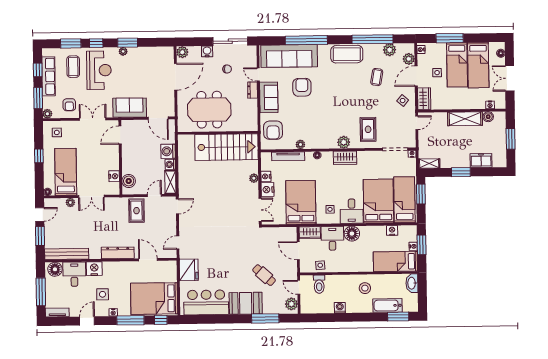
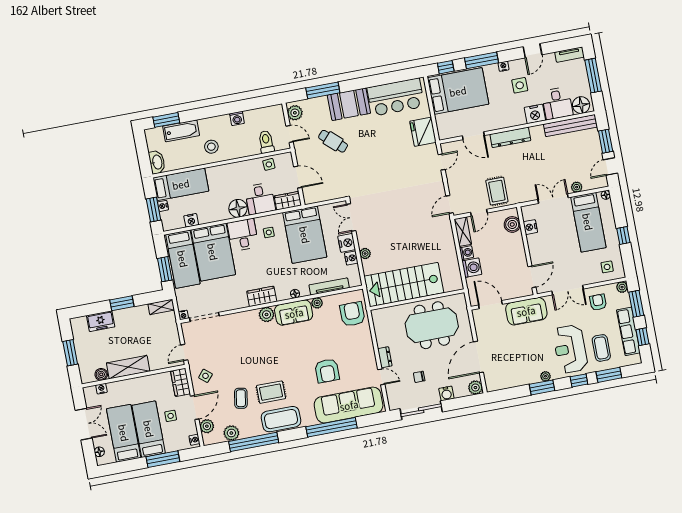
sofa: (269, 97) -> (294, 313), moved, turned -90
rug: (368, 129) -> (271, 392), moved, turned 90

